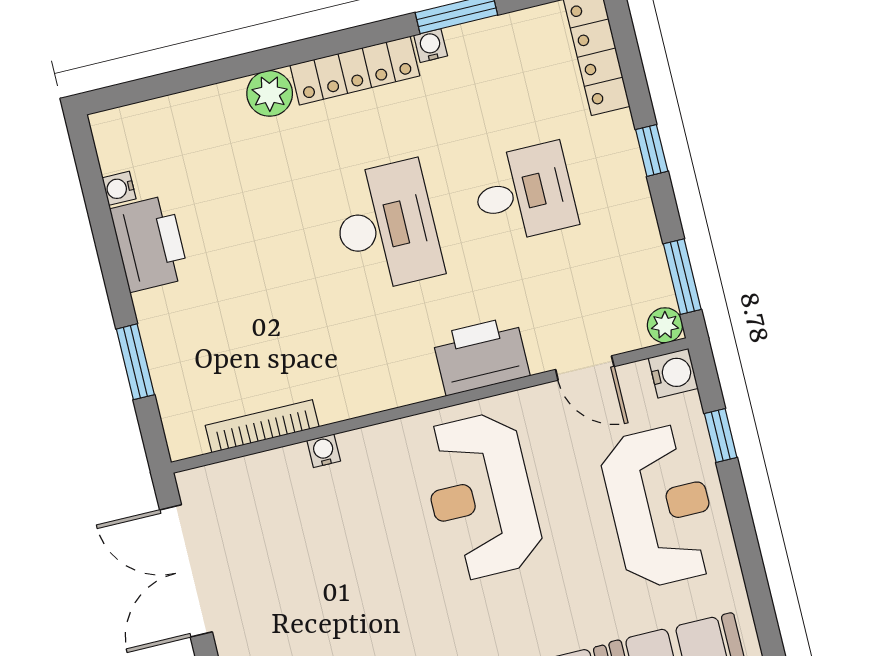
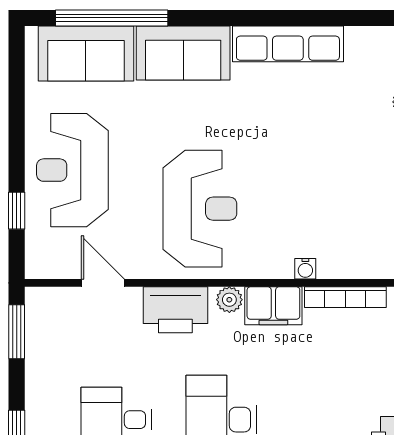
plant: (665, 325) -> (229, 300), moved
water cooler: (673, 373) -> (40, 264), removed
filing cabinet: (354, 392) -> (273, 306), added

